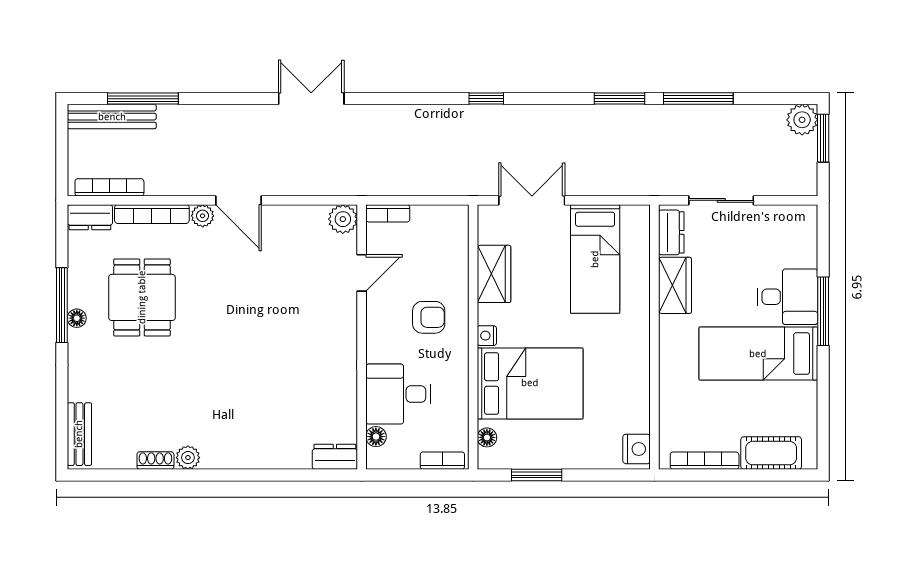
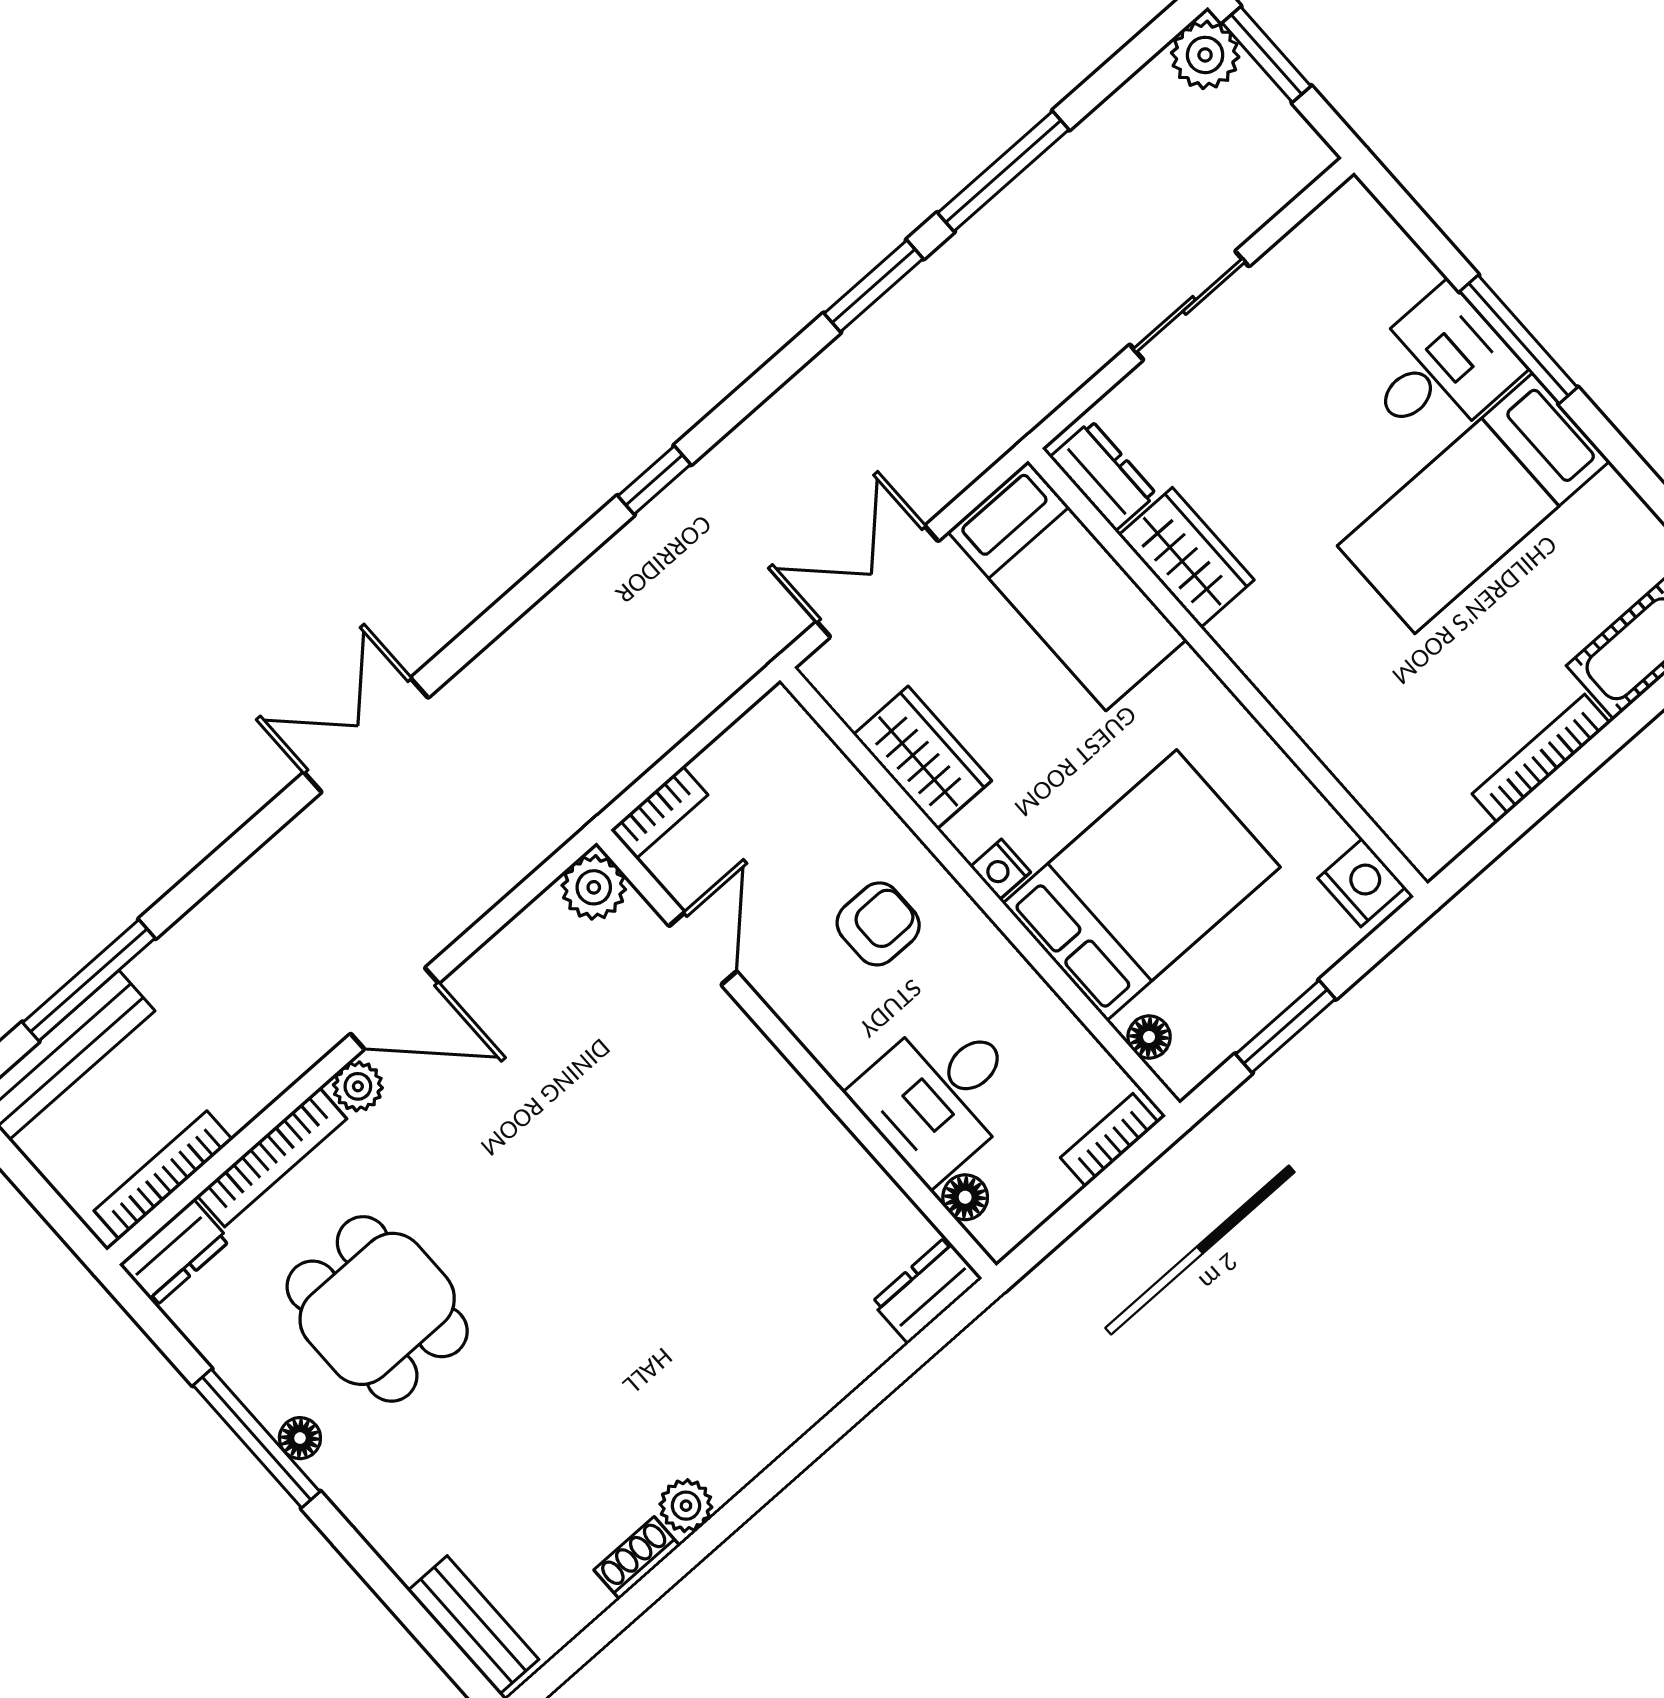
dresser: (671, 232) -> (1103, 476), moved
wardrobe: (675, 285) -> (1186, 557), moved
wall: (654, 337) -> (1228, 672), moved
nightstand: (637, 449) -> (1362, 883), moved

